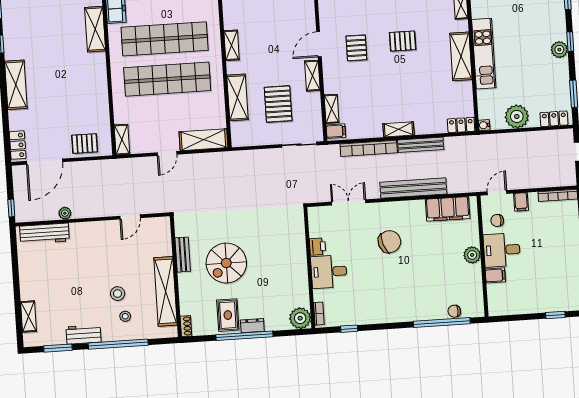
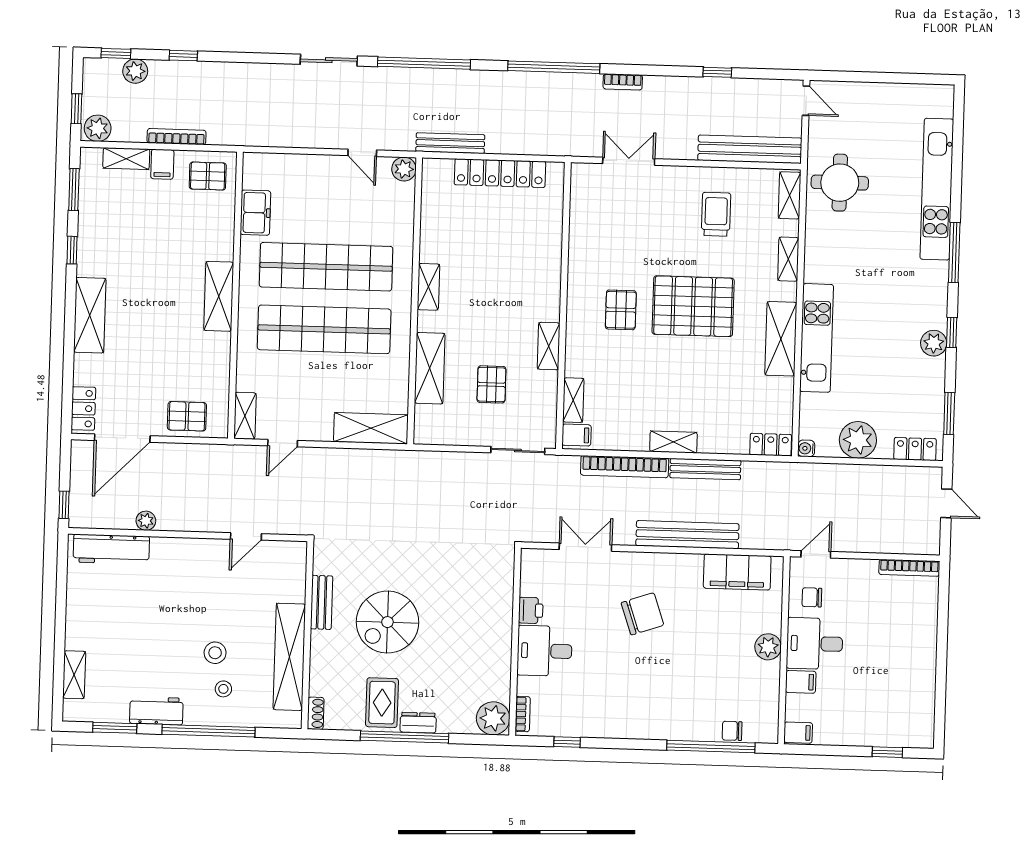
shelving: (95, 29) -> (219, 296), moved
pallet: (403, 41) -> (693, 306), width x2.05, depth x2.00
door: (319, 44) -> (564, 299), removed
pallet: (278, 104) -> (491, 384), width x0.67, depth x0.71
door: (167, 153) -> (283, 443), moved
filing cabinet: (521, 202) -> (798, 733), moved, turned -90

